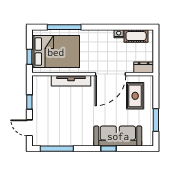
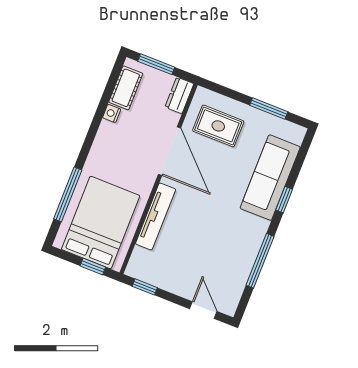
window: (156, 48) -> (156, 64), added
window: (29, 102) -> (145, 287), moved
door: (29, 128) -> (203, 310), swing flipped
window: (57, 149) -> (260, 261), moved

